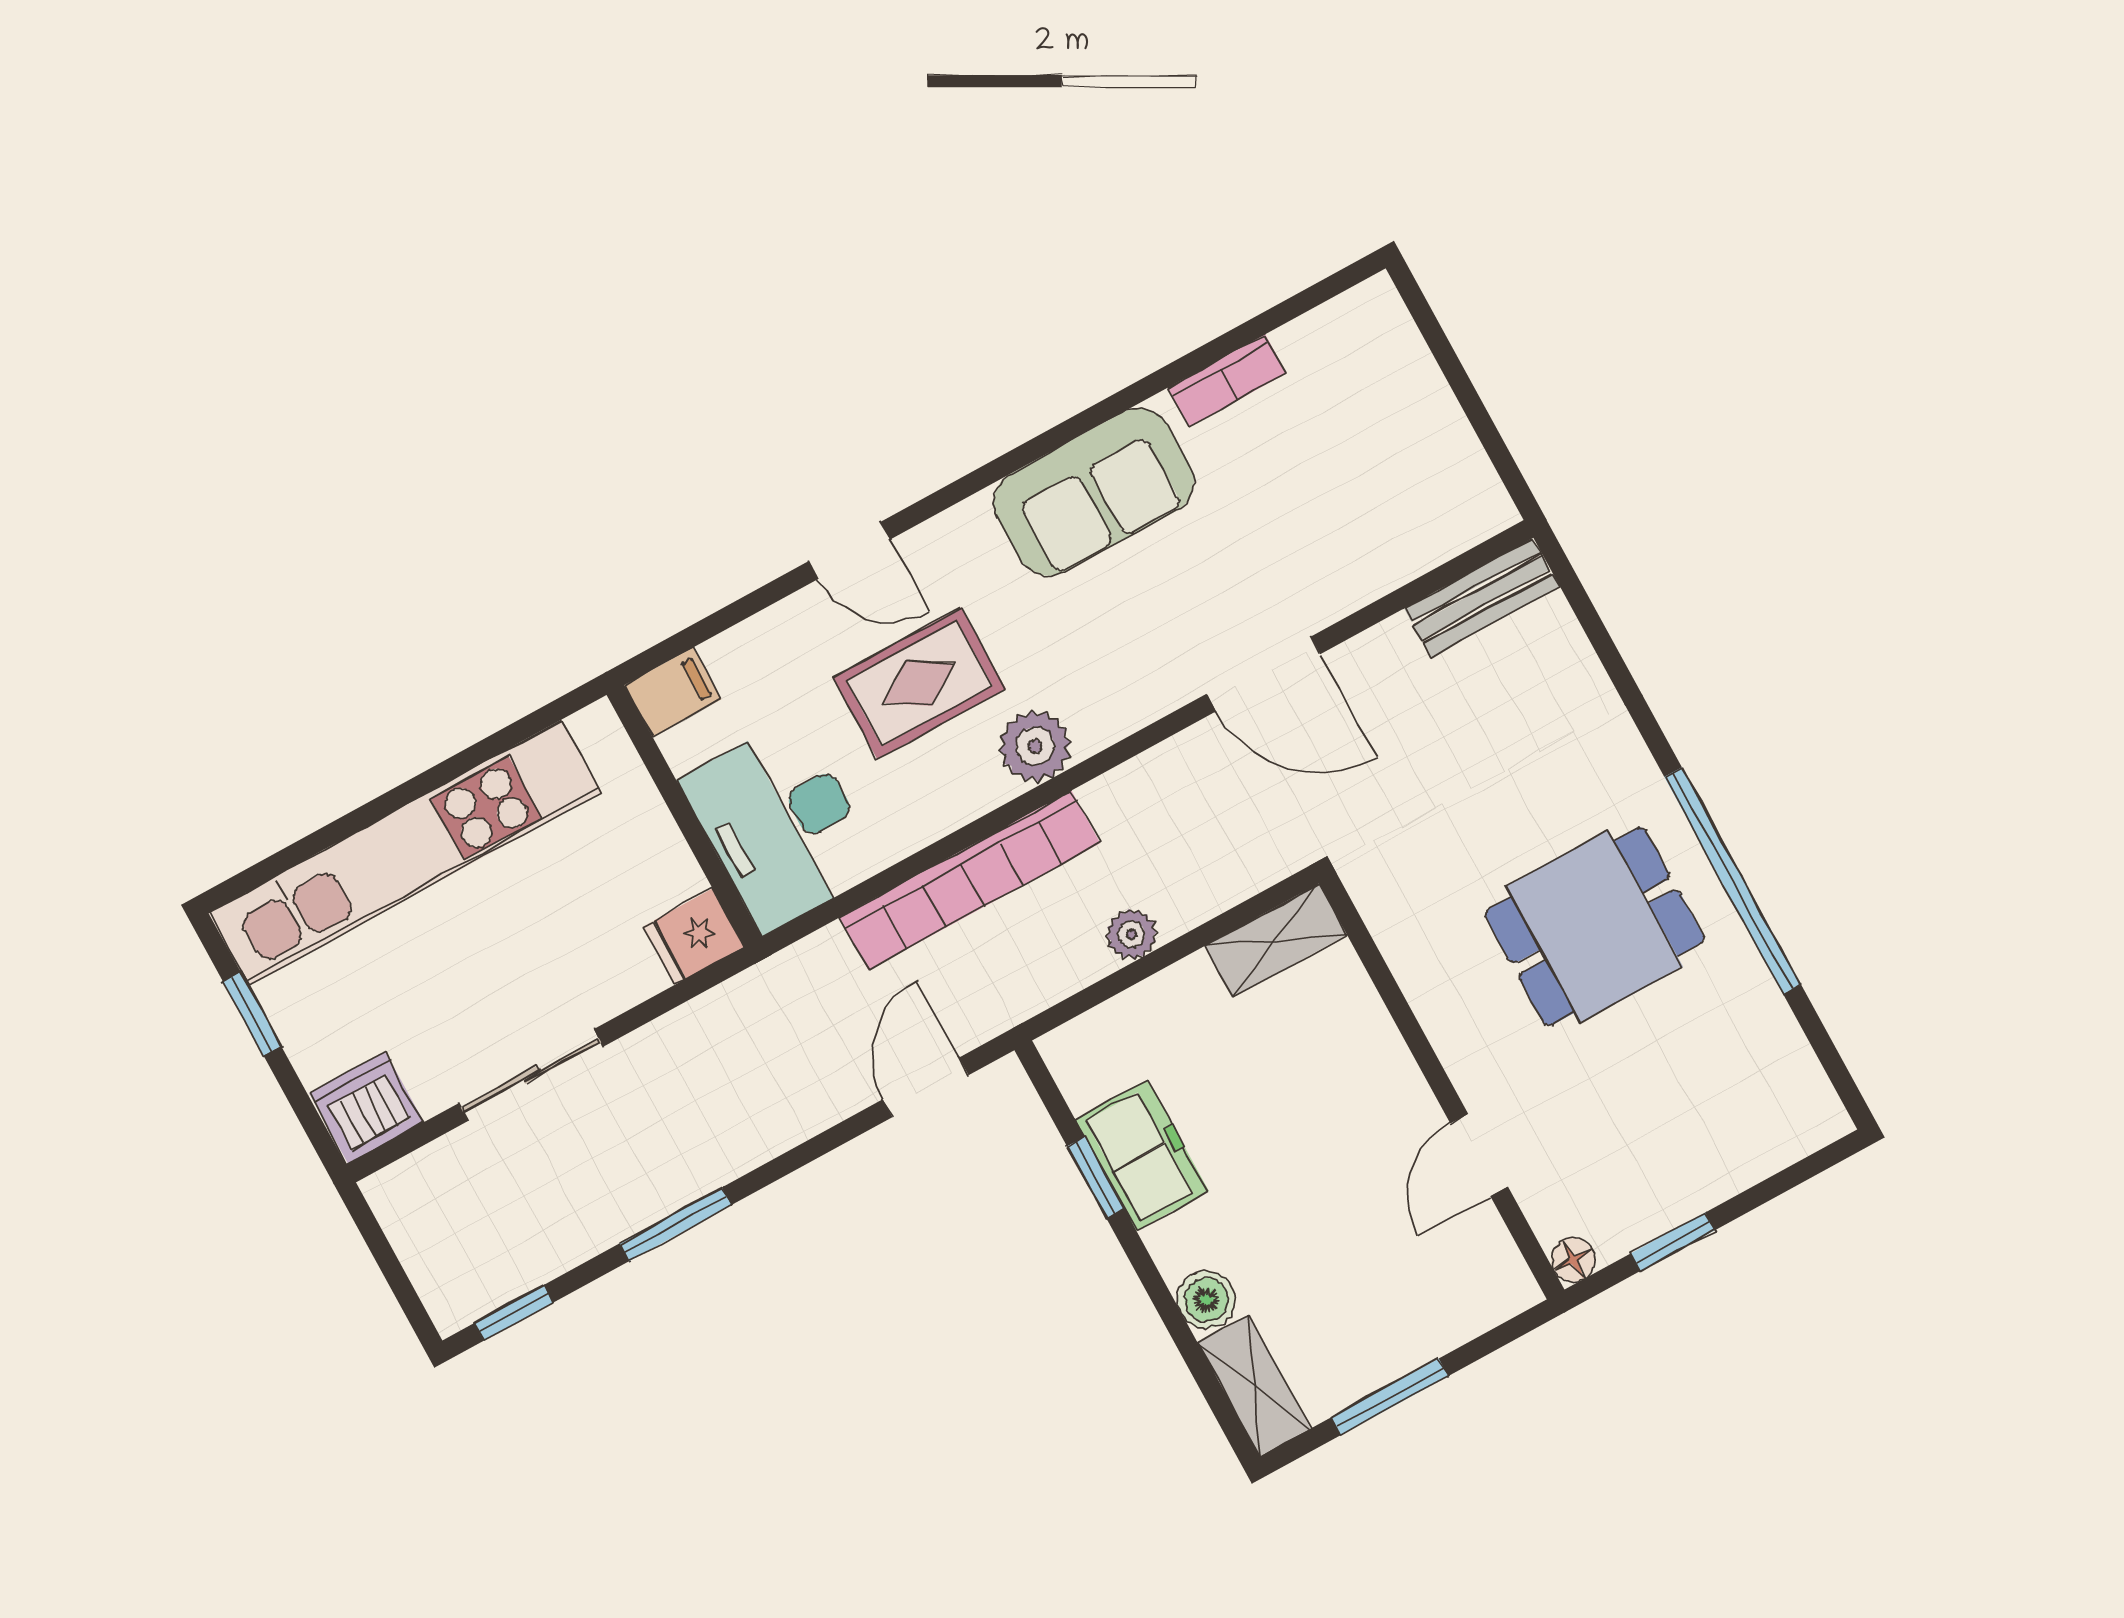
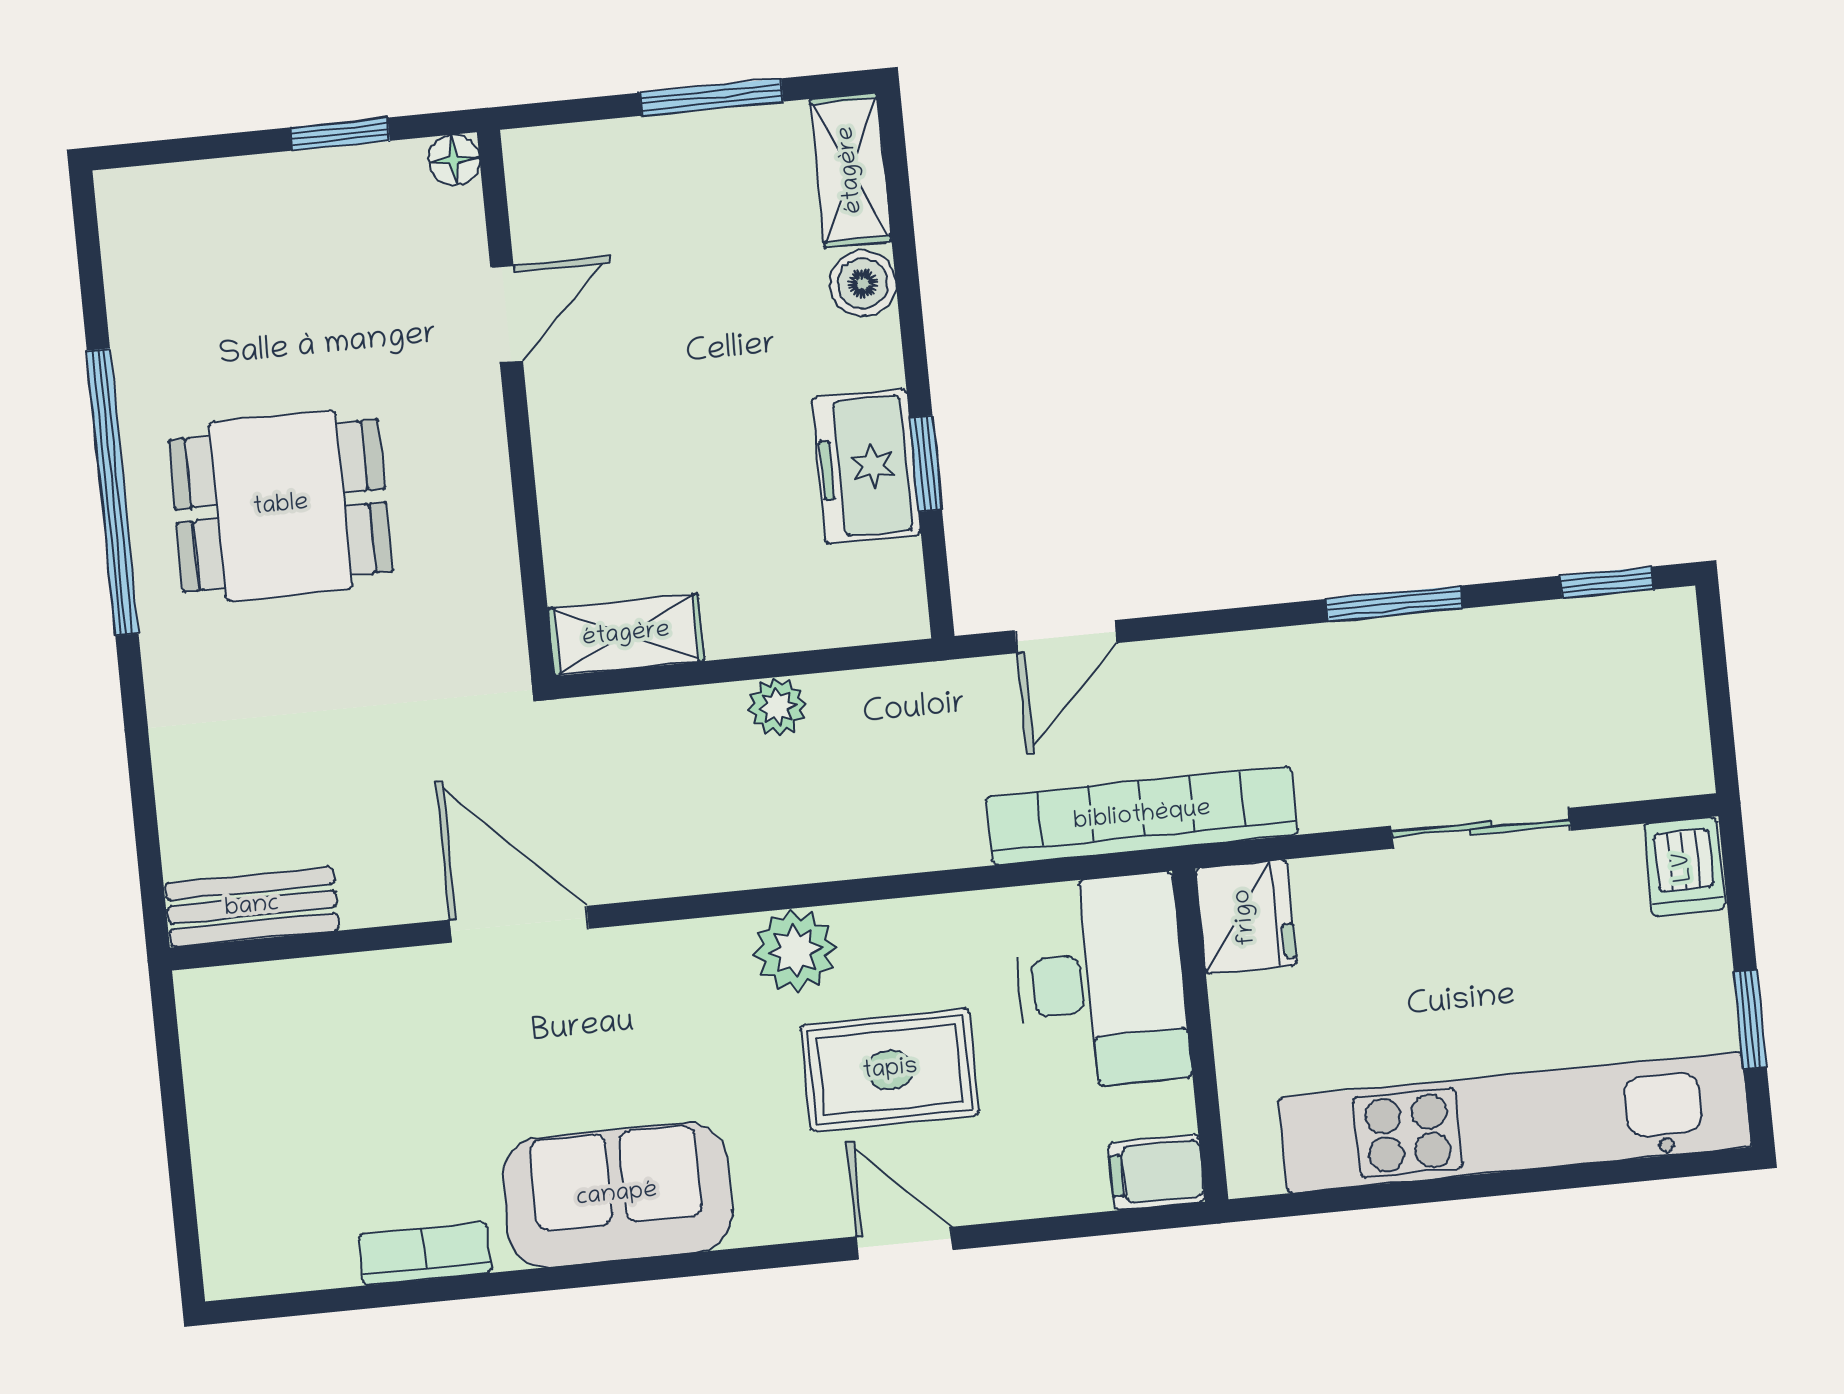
bookcase: (970, 880) -> (1142, 816), moved
fridge: (694, 937) -> (1246, 917), width x1.38
dishwasher: (367, 1108) -> (1684, 867), width x0.73

